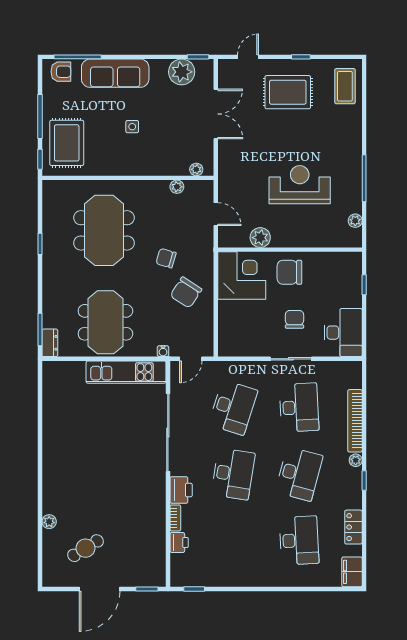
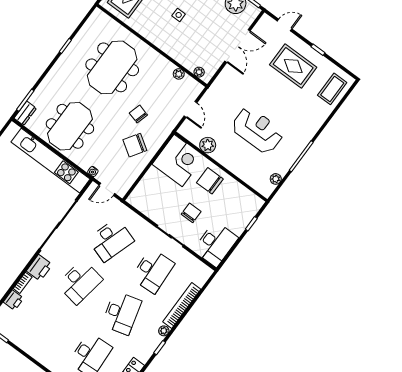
kitchen unit: (126, 372) -> (51, 161), width x1.36
desk: (299, 474) -> (122, 313), turned -30

